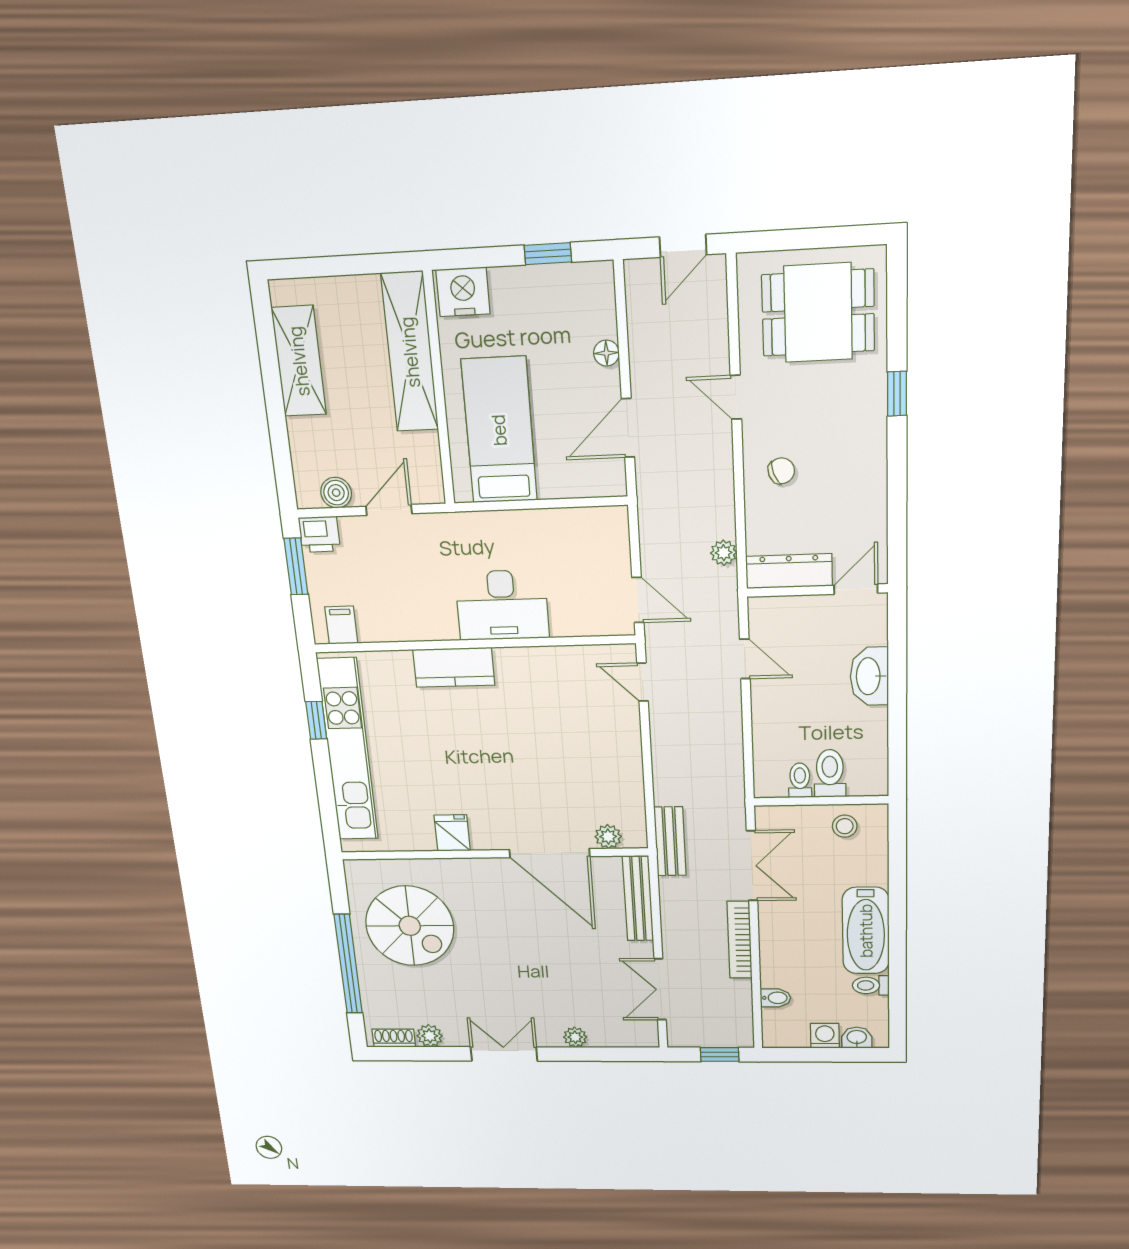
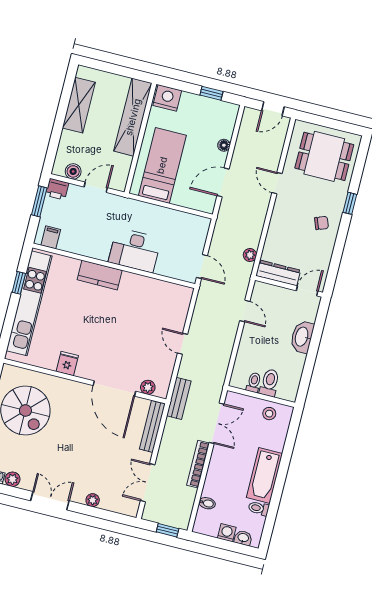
chair: (781, 471) -> (322, 223), moved
door: (643, 682) -> (182, 344), moved

